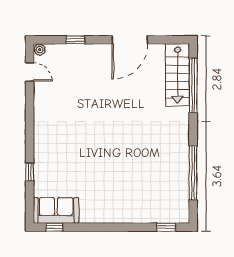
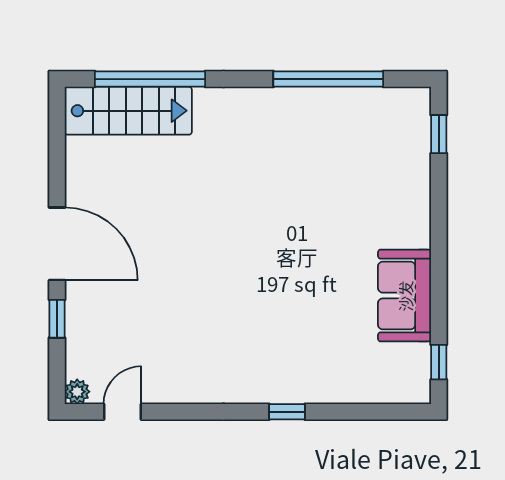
door: (130, 40) -> (57, 244), moved
window: (30, 172) -> (287, 412), moved
sofa: (56, 210) -> (405, 296), moved

